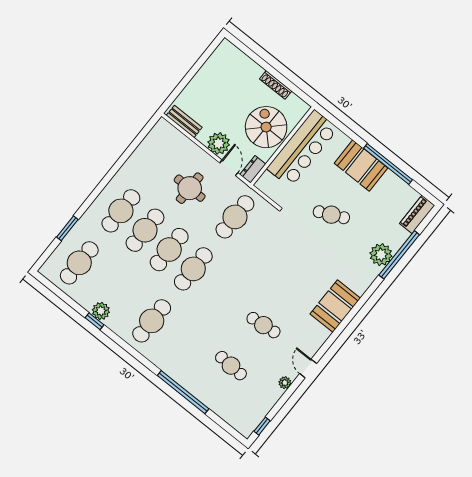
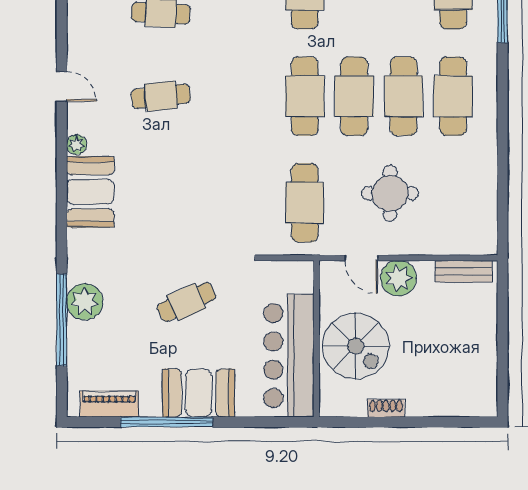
shoe rack: (276, 85) -> (386, 408), width x0.70
dresser: (253, 169) -> (330, 280), removed
piano: (417, 215) -> (109, 404), moved, turned -90
plant: (285, 383) -> (77, 145), moved

